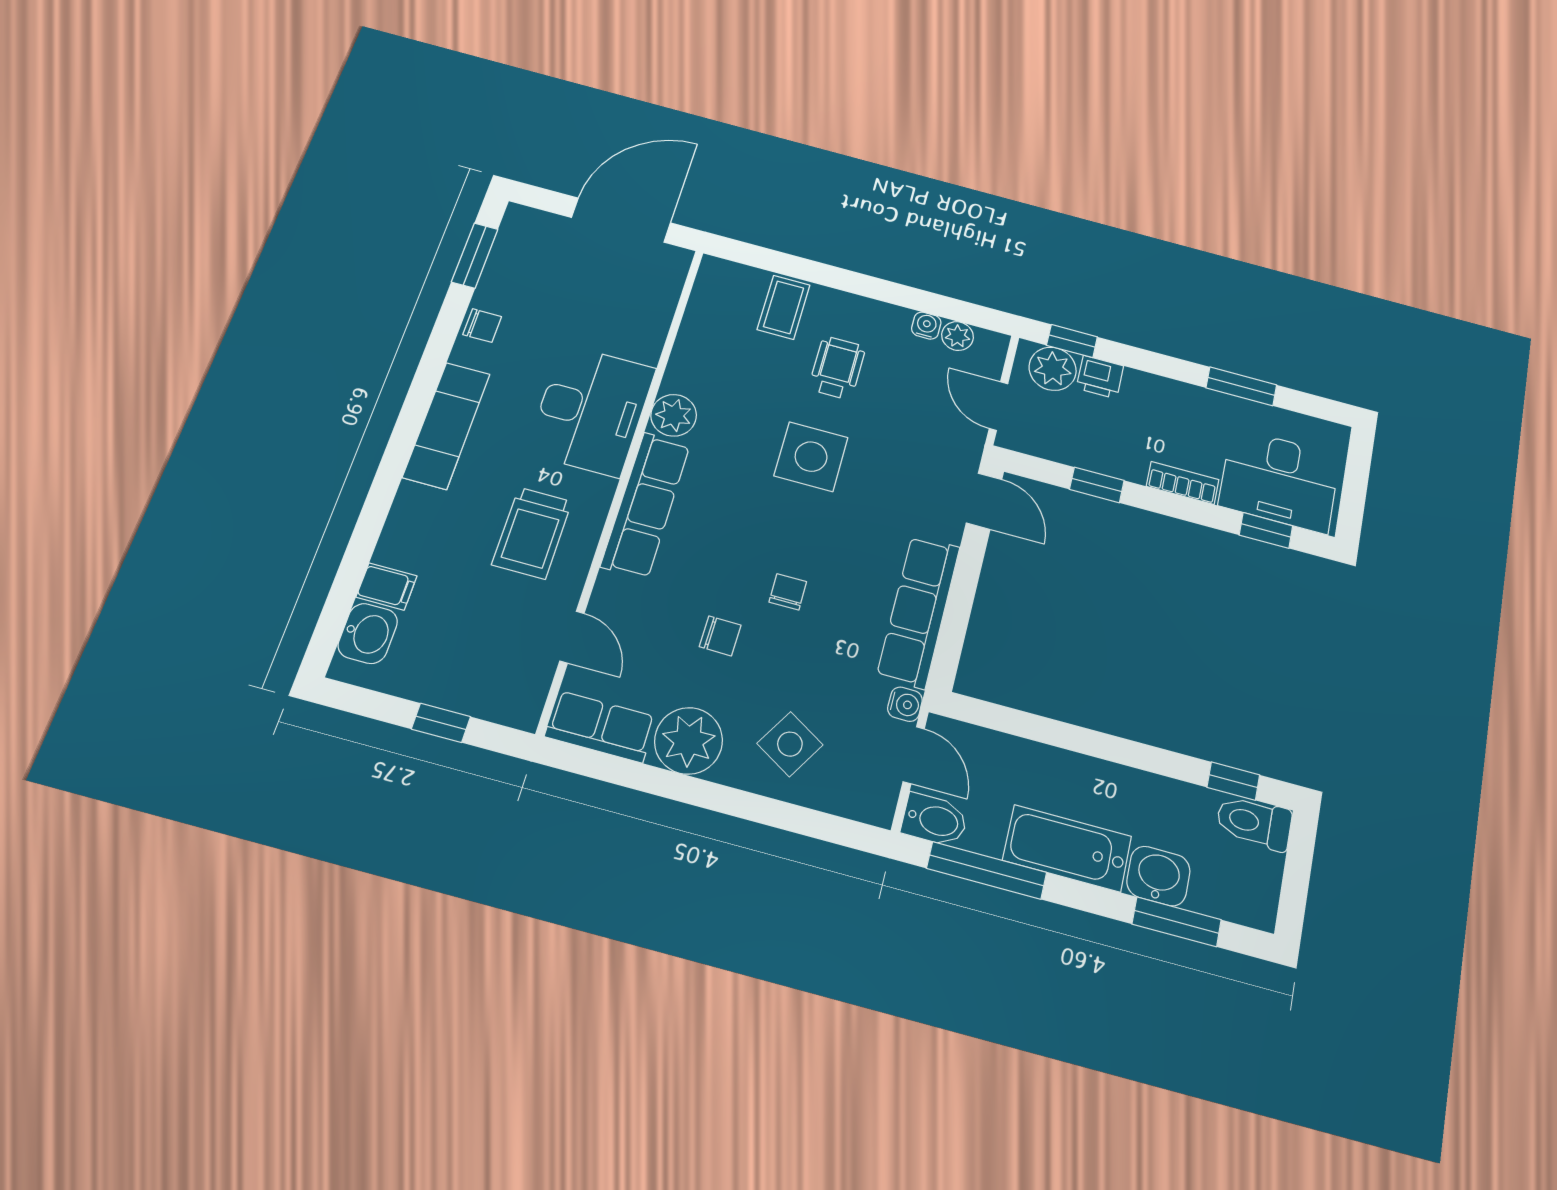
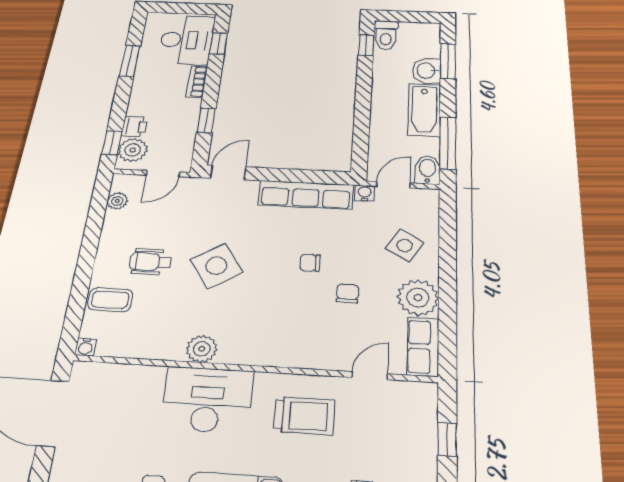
water cooler: (926, 326) -> (86, 347), moved, turned -90
side table: (811, 457) -> (216, 266), turned -33
row of seats: (646, 505) -> (269, 352), removed

